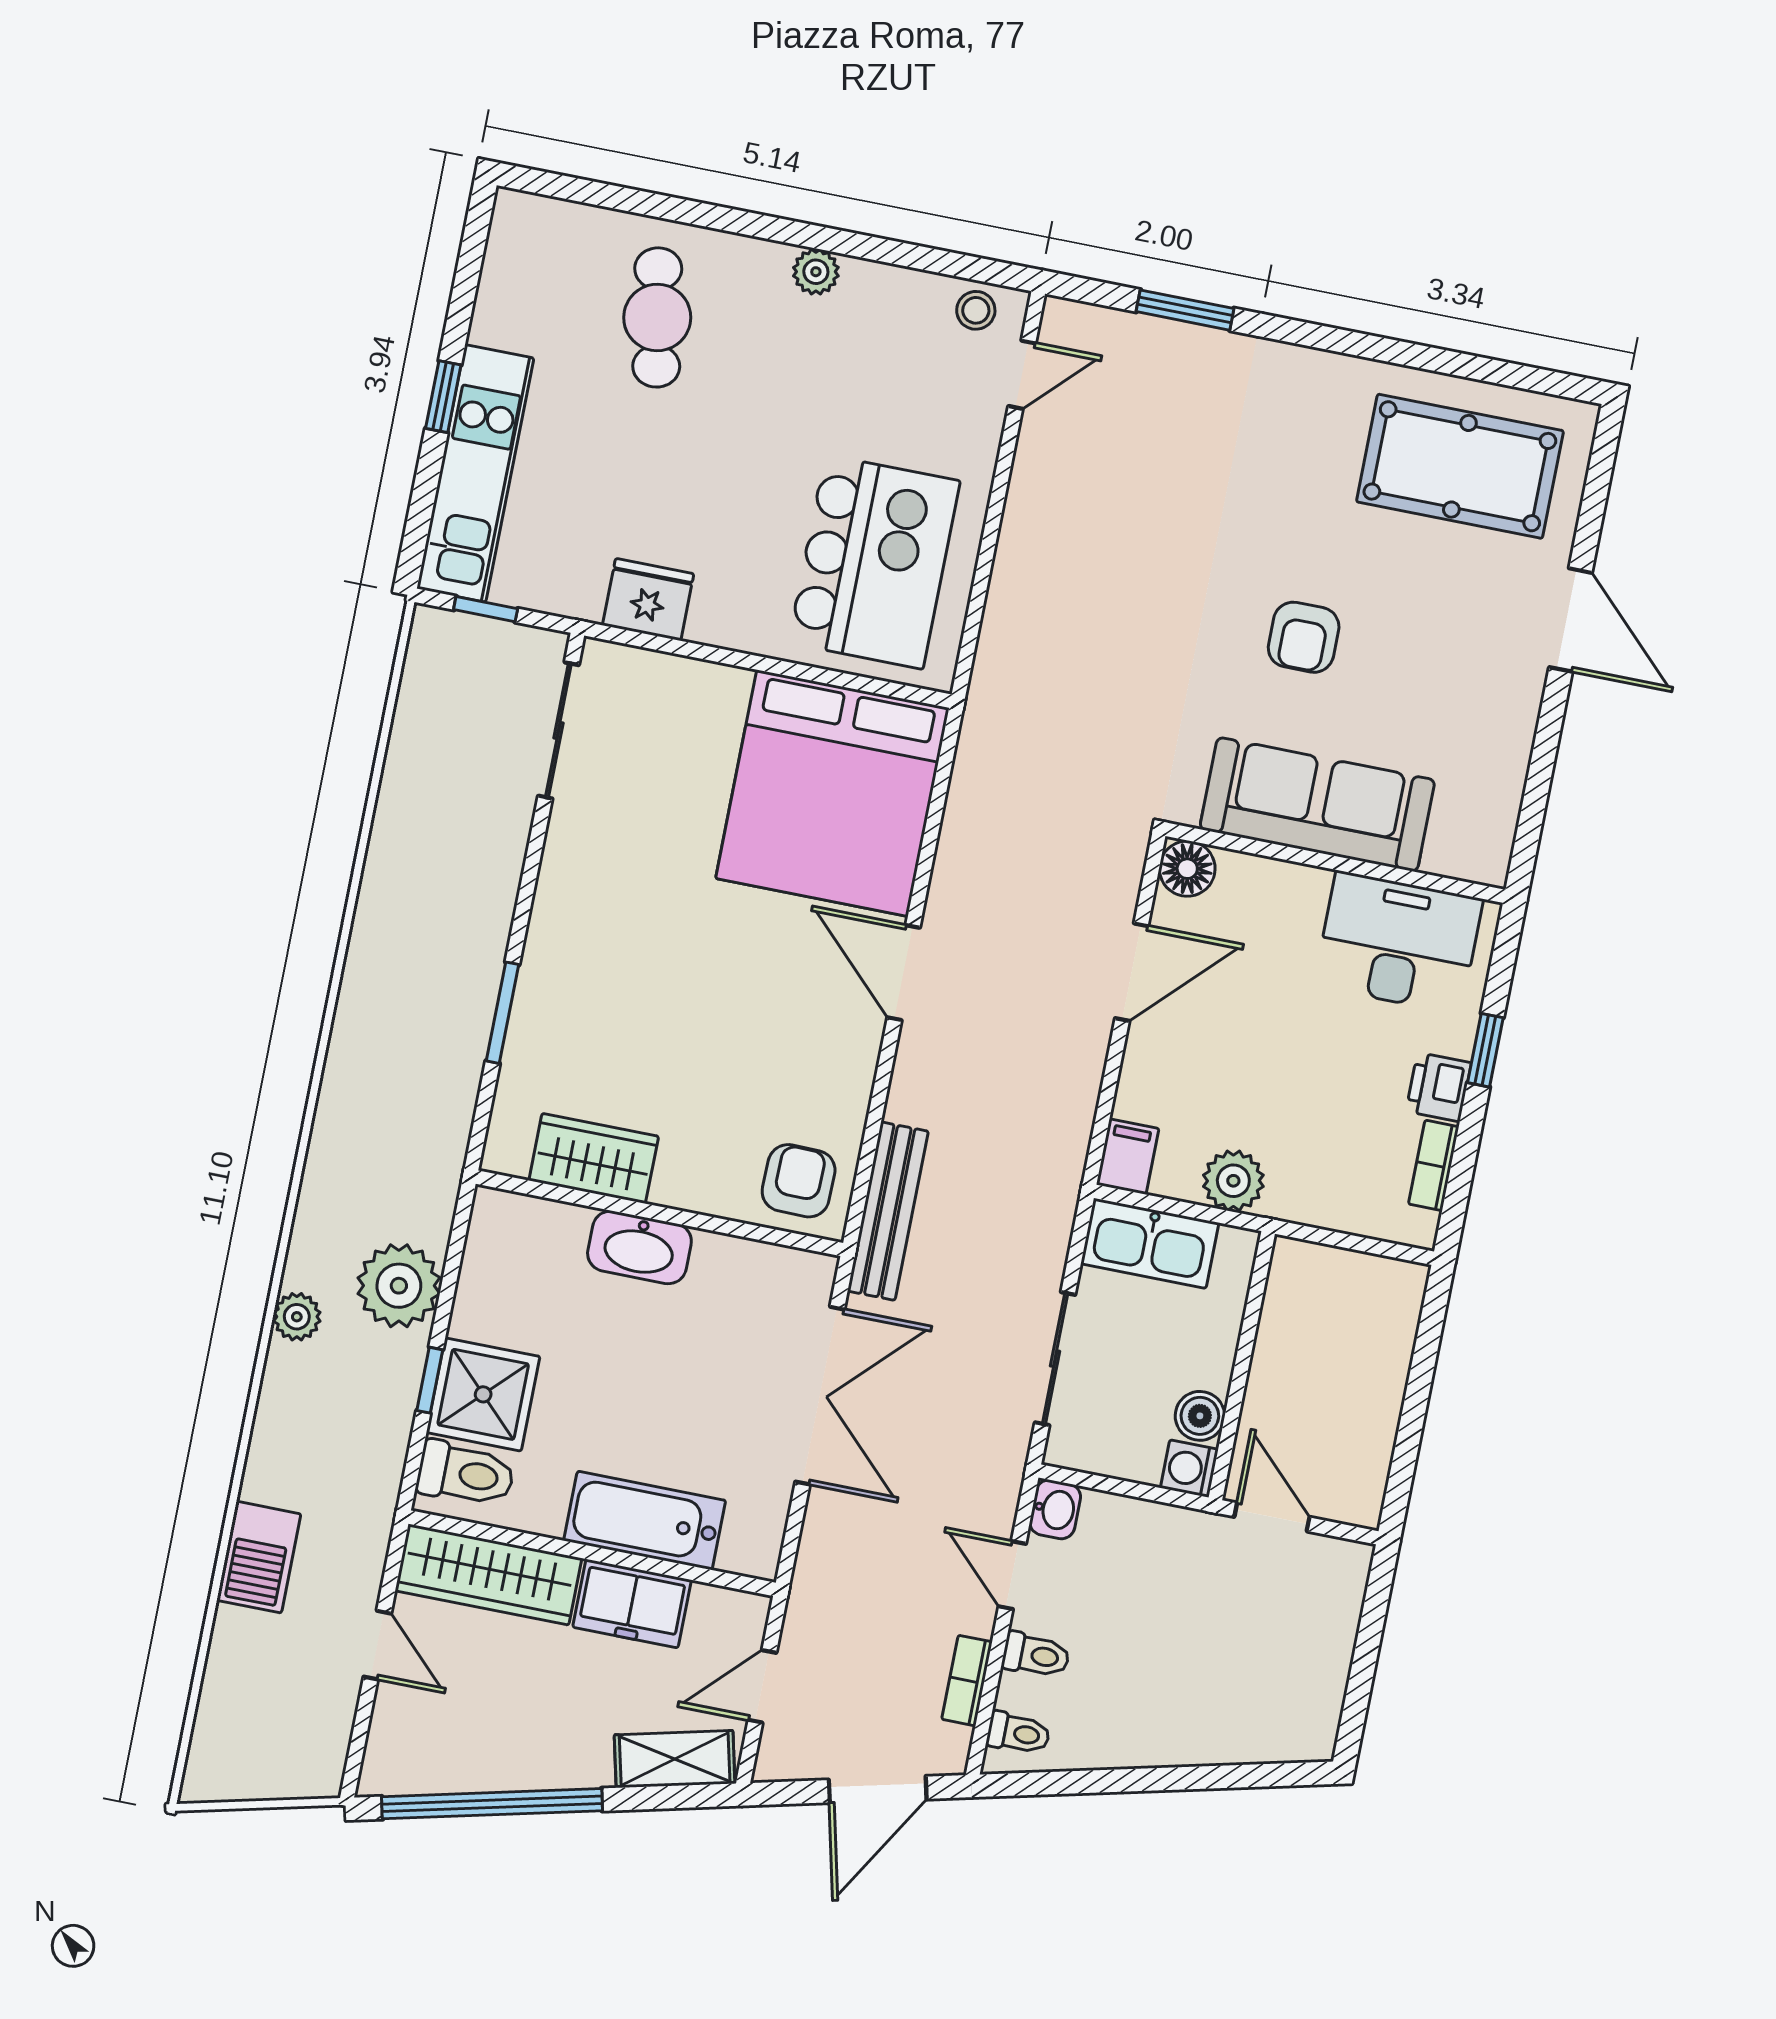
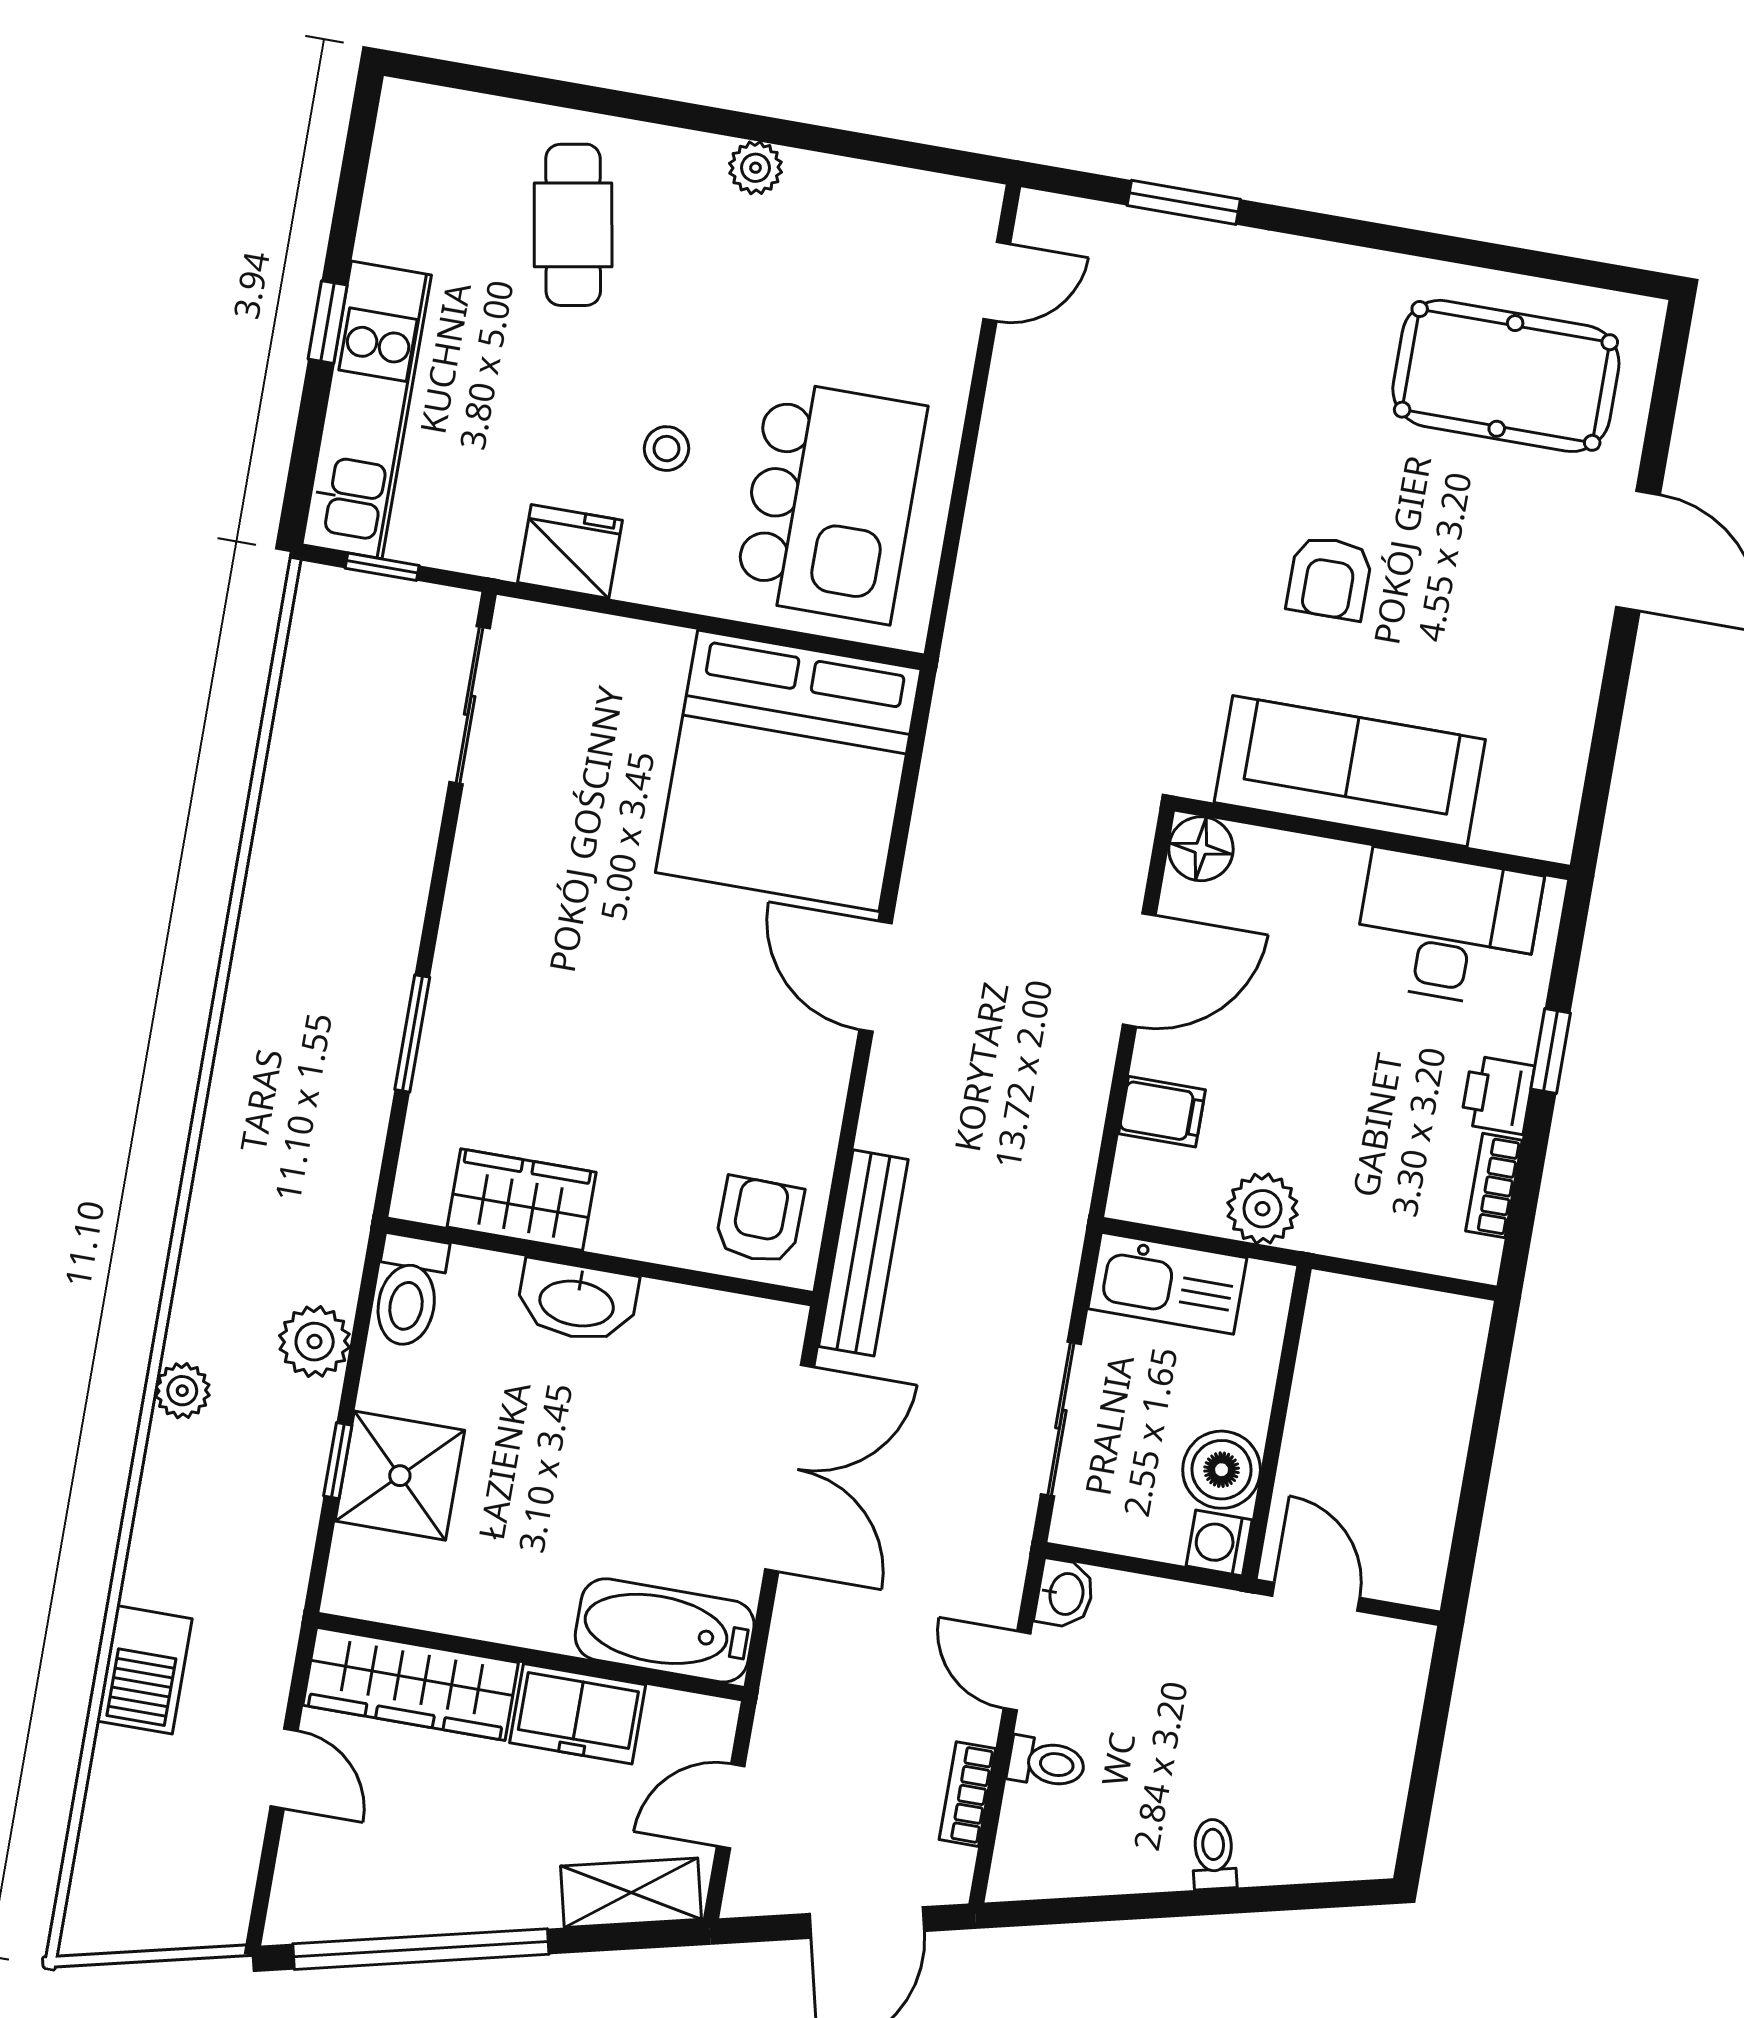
stool: (976, 310) -> (667, 449), moved
filing cabinet: (1128, 1157) -> (1162, 1112), moved, turned 90
plant: (399, 1286) -> (315, 1342), width x0.73, depth x0.73
boiler: (1200, 1416) -> (1222, 1470), width x1.36, depth x1.36
toilet: (466, 1474) -> (409, 1291), moved, turned 90
bathtub: (645, 1521) -> (665, 1630), moved
toilet: (1018, 1733) -> (1214, 1854), moved, turned -103

